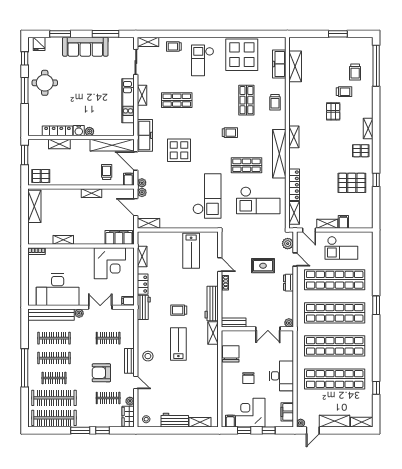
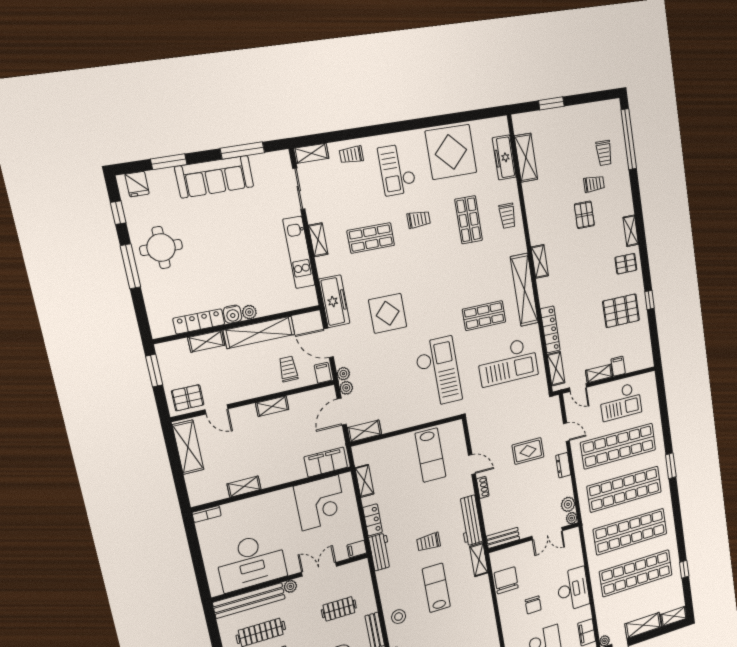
window: (338, 34) -> (551, 103), moved
trolley: (230, 133) -> (419, 219), moved
shelving: (112, 145) -> (259, 332), moved
door: (57, 187) -> (217, 409), added
door: (136, 207) -> (342, 412), hinge flipped
plant: (288, 244) -> (568, 504), moved

